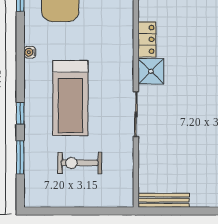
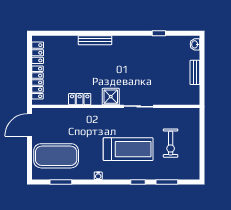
locker: (147, 39) -> (80, 99), moved
bench: (164, 200) -> (195, 72), moved, width x0.73

